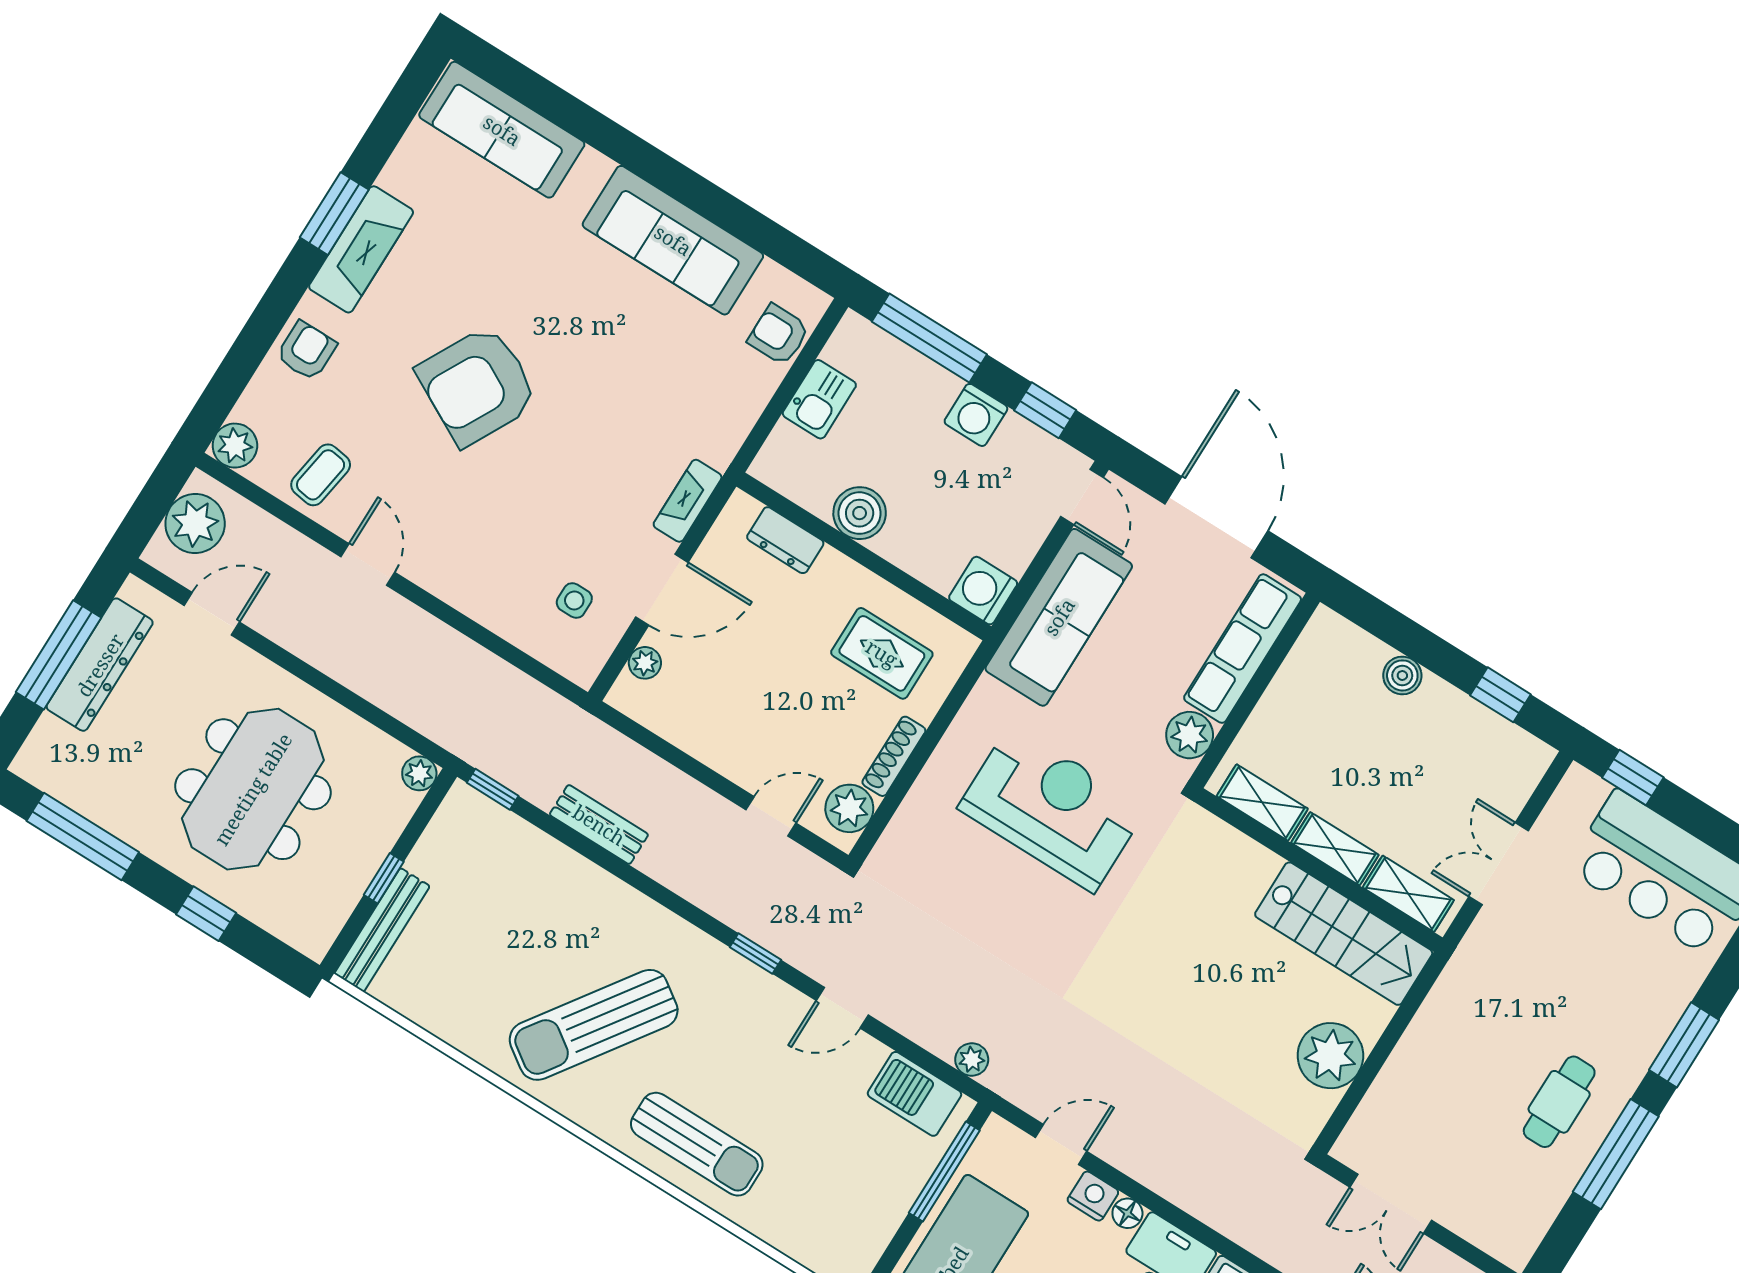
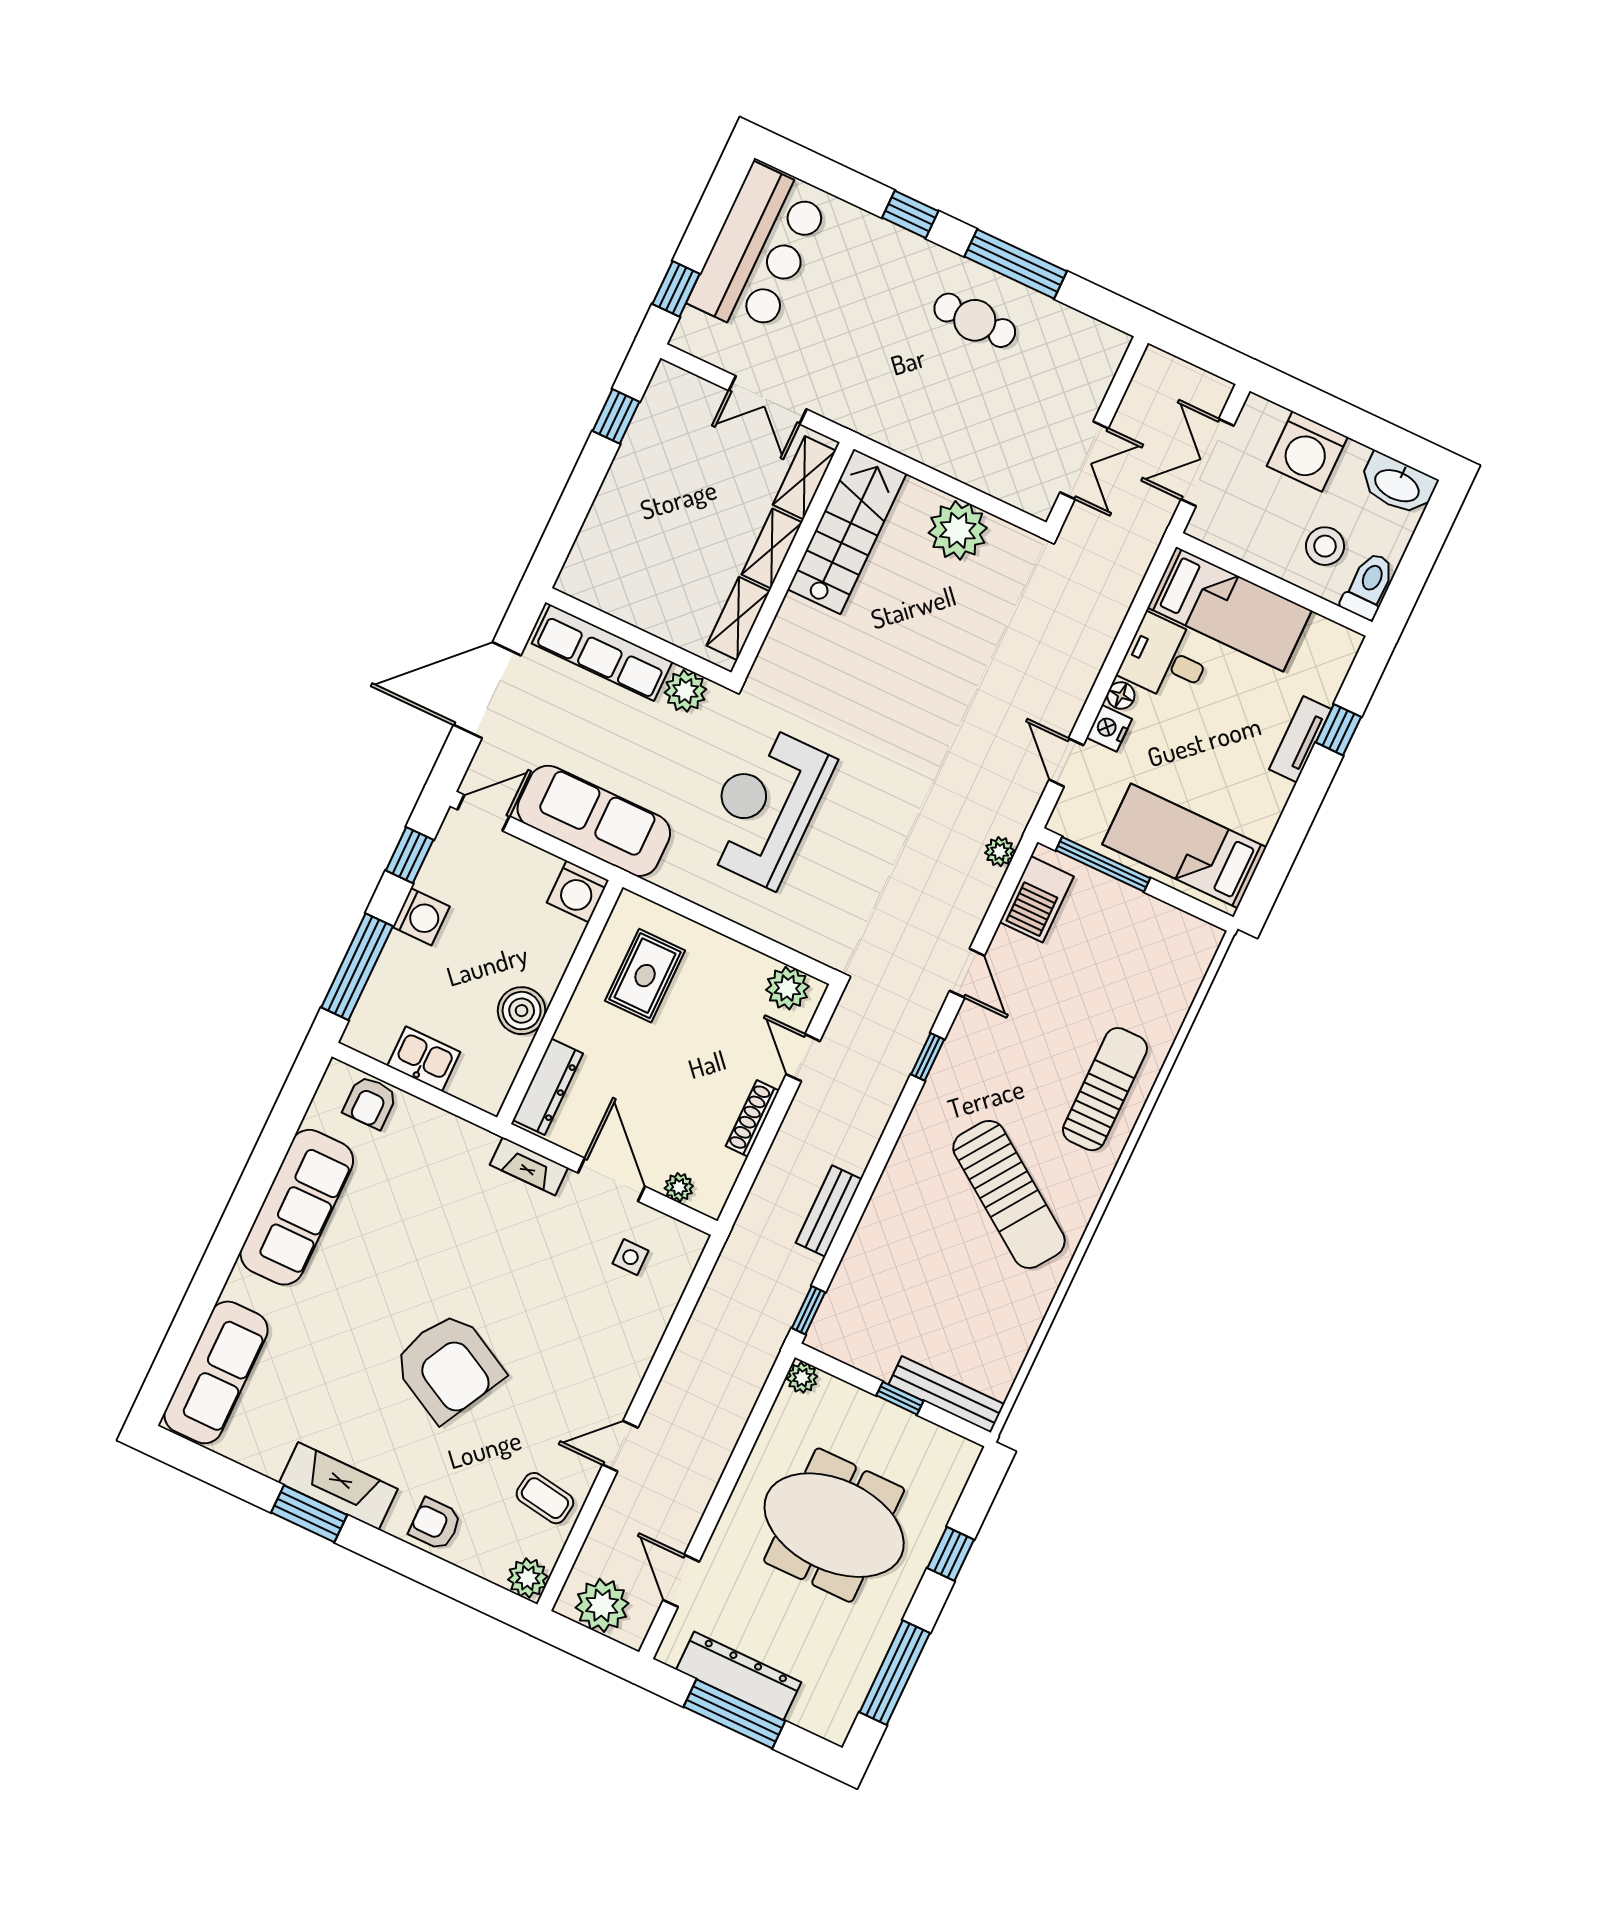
dresser: (785, 540) -> (548, 1087), width x1.44
boiler: (1402, 675) -> (609, 506), removed
shoe rack: (894, 756) -> (752, 1118), moved, turned 90
window: (1684, 1045) -> (910, 214), width x0.67

